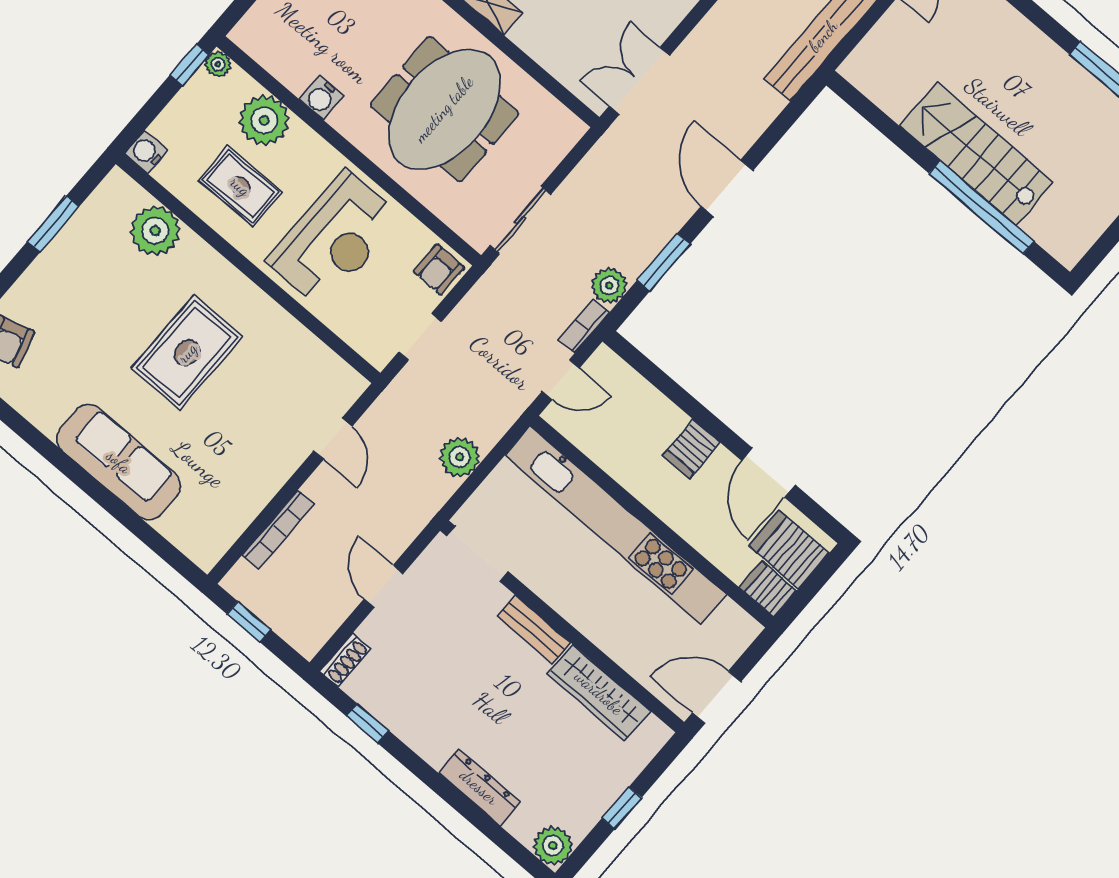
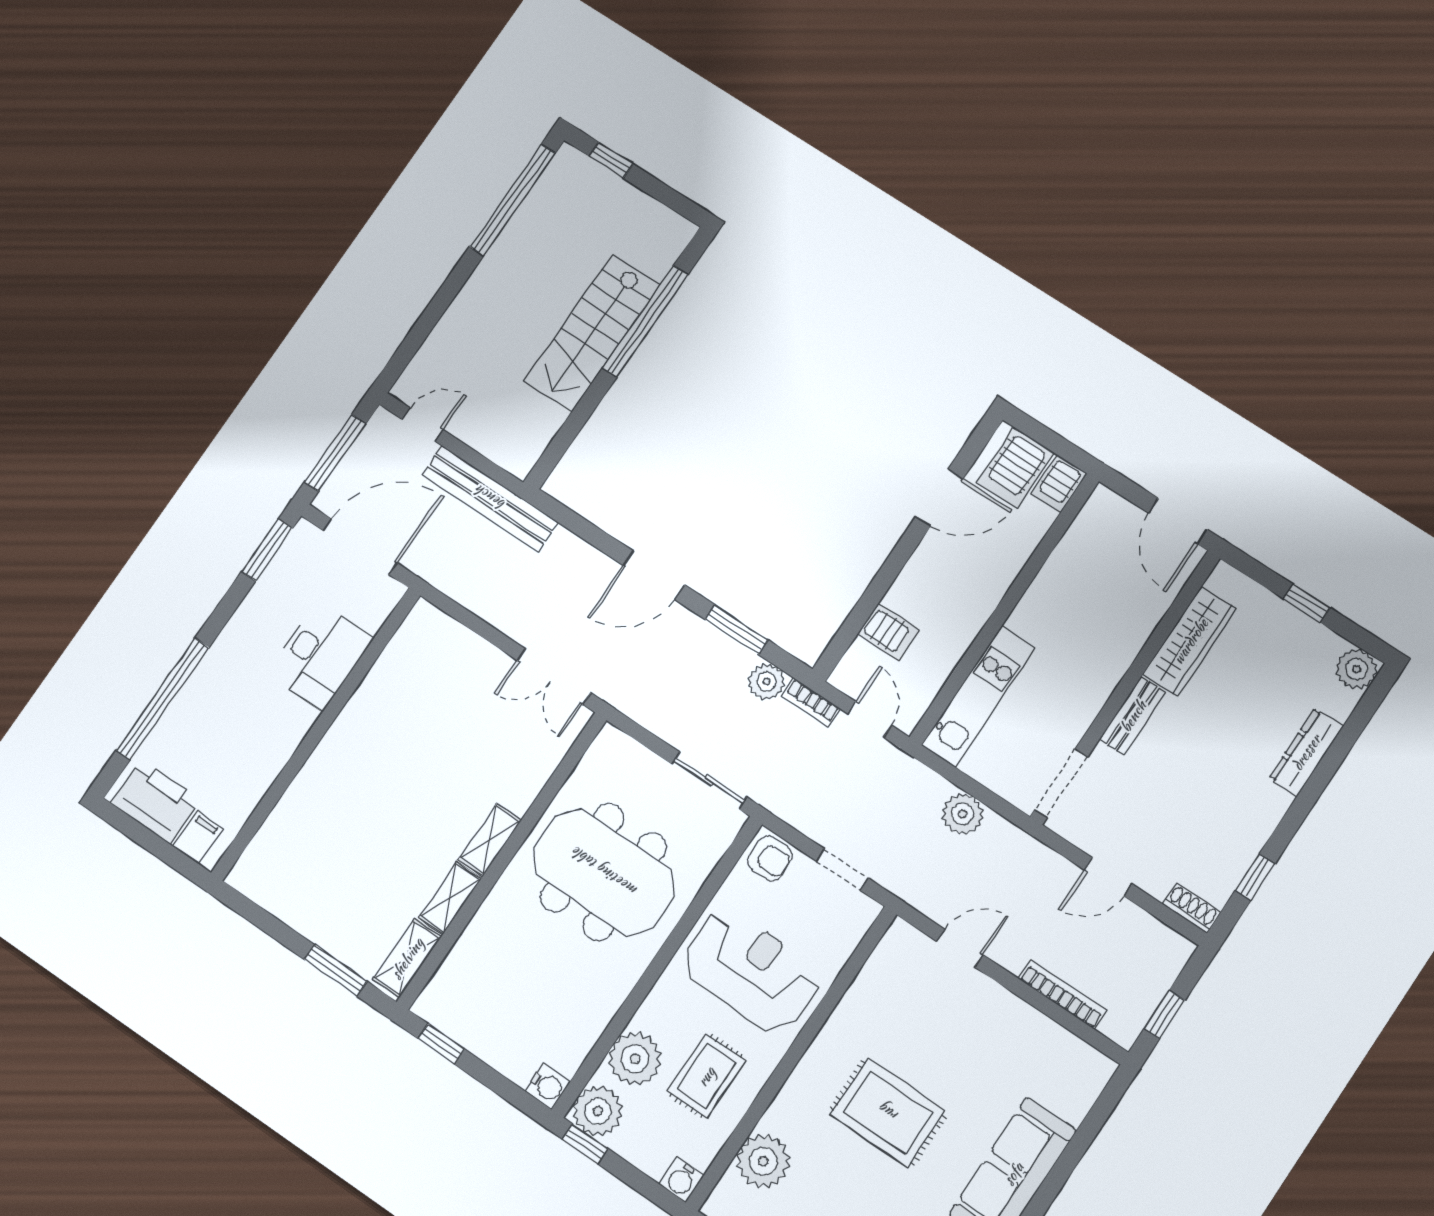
plant: (218, 64) -> (598, 1111), width x1.88, depth x1.88
water cooler: (321, 97) -> (547, 1086), moved
server rack: (691, 449) -> (888, 632), moved
kitchen unit: (616, 525) -> (978, 696), width x0.54

